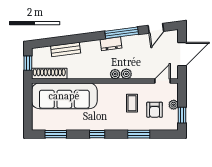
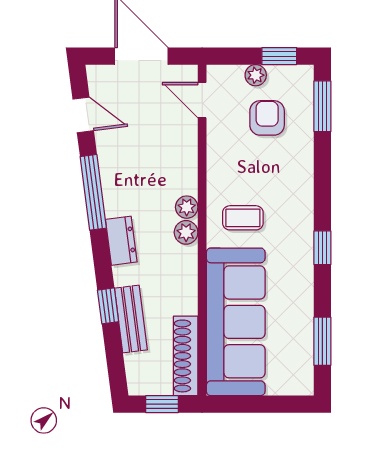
window: (71, 39) -> (108, 306), added
dresser: (111, 44) -> (121, 241), moved
plant: (126, 74) -> (186, 232), moved
coffee table: (132, 103) -> (243, 218), moved
armchair: (155, 110) -> (267, 118), turned -90
window: (139, 134) -> (322, 106), moved

